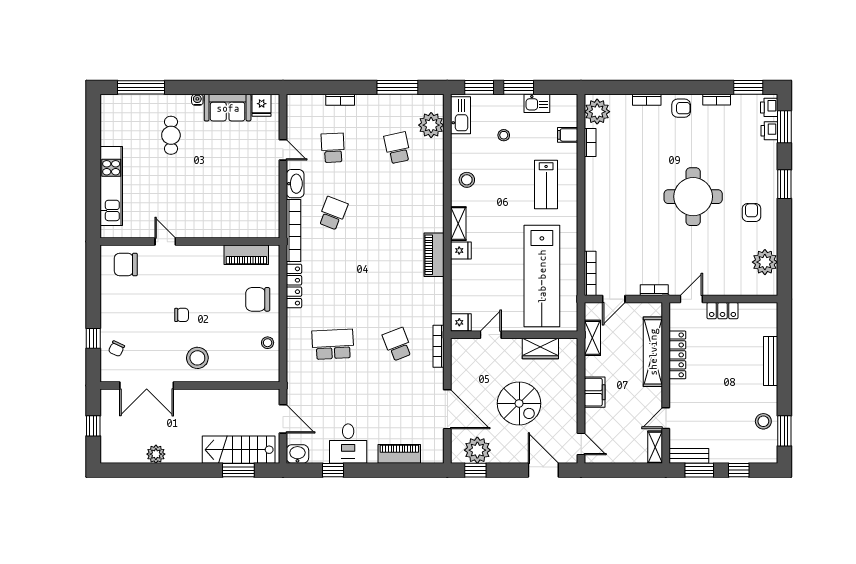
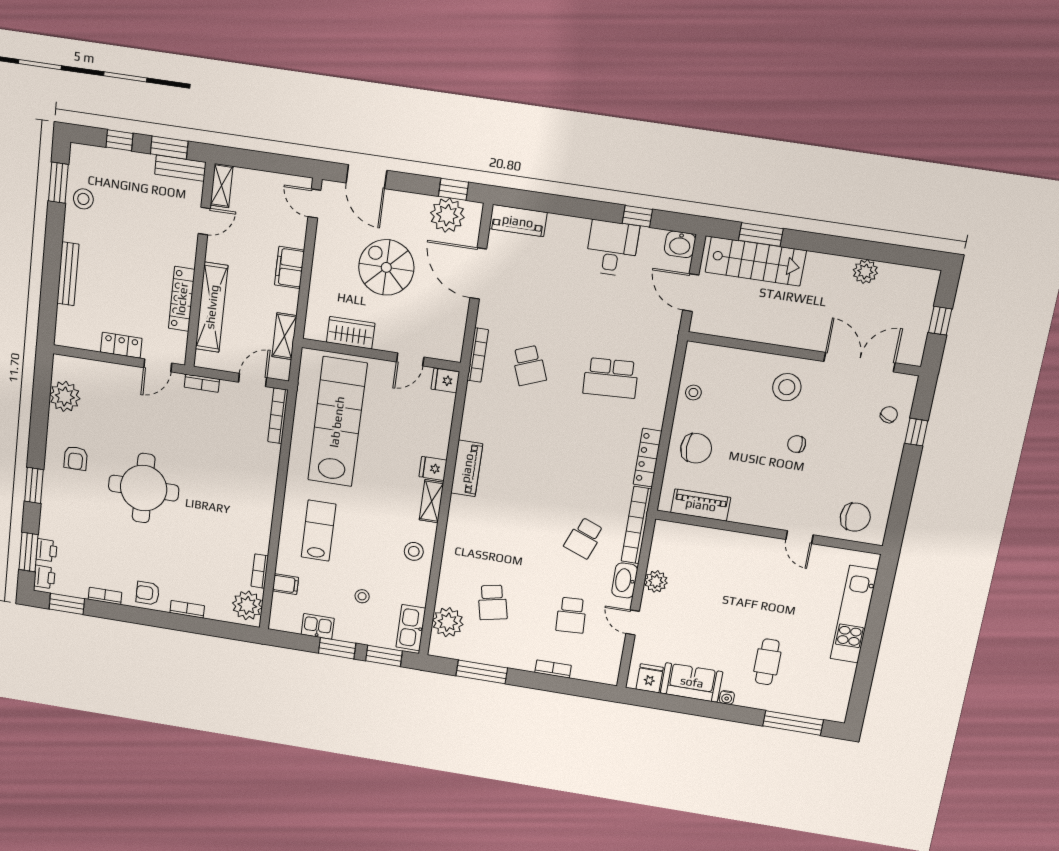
plant: (270, 187) -> (656, 581), added
piano: (399, 454) -> (518, 221), moved

